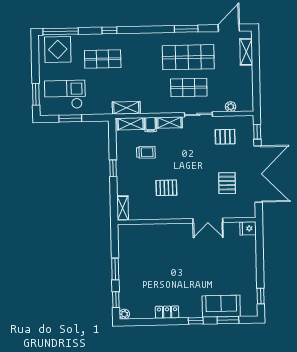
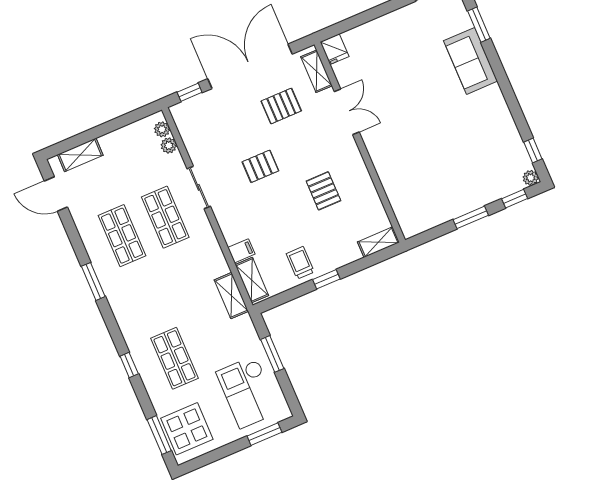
window: (186, 29) -> (93, 281), moved
window: (61, 31) -> (159, 435), width x0.69
shop shelf: (188, 57) -> (122, 236), width x0.70, depth x0.74
plant: (242, 107) -> (162, 129), added
window: (70, 118) -> (272, 354), moved
shelving: (169, 123) -> (316, 71), moved
pallet: (225, 137) -> (260, 166), moved, turned 90
trolley: (146, 152) -> (300, 263), moved
sofa: (221, 306) -> (471, 61), moved
locker: (167, 312) -> (503, 117), removed
window: (196, 321) -> (533, 151), moved

